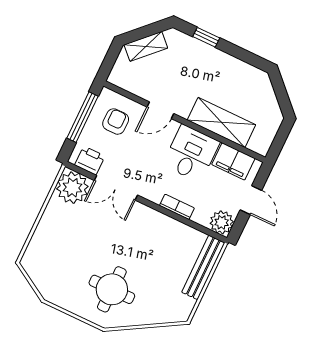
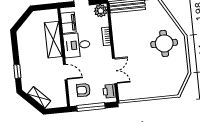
plant: (72, 188) -> (127, 91), removed

